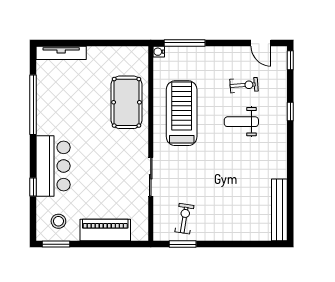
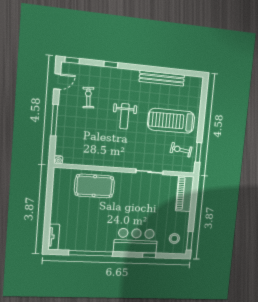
window: (185, 43) -> (54, 120), moved
tv unit: (61, 53) -> (54, 237), width x0.71
treadmill: (182, 113) -> (171, 121), moved
weight bench: (241, 122) -> (124, 116), moved
bench: (279, 210) -> (162, 78), moved
piano: (105, 230) -> (185, 194), moved

